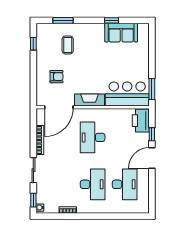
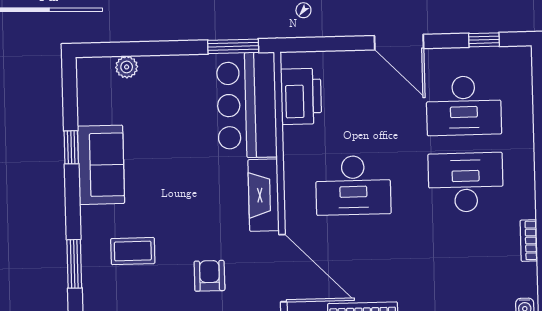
sofa: (121, 33) -> (101, 165), moved
plant: (144, 44) -> (127, 67), added
printer: (141, 121) -> (301, 96), moved, turned -90
window: (152, 134) -> (484, 40), moved
desk: (125, 184) -> (464, 106), turned 180

